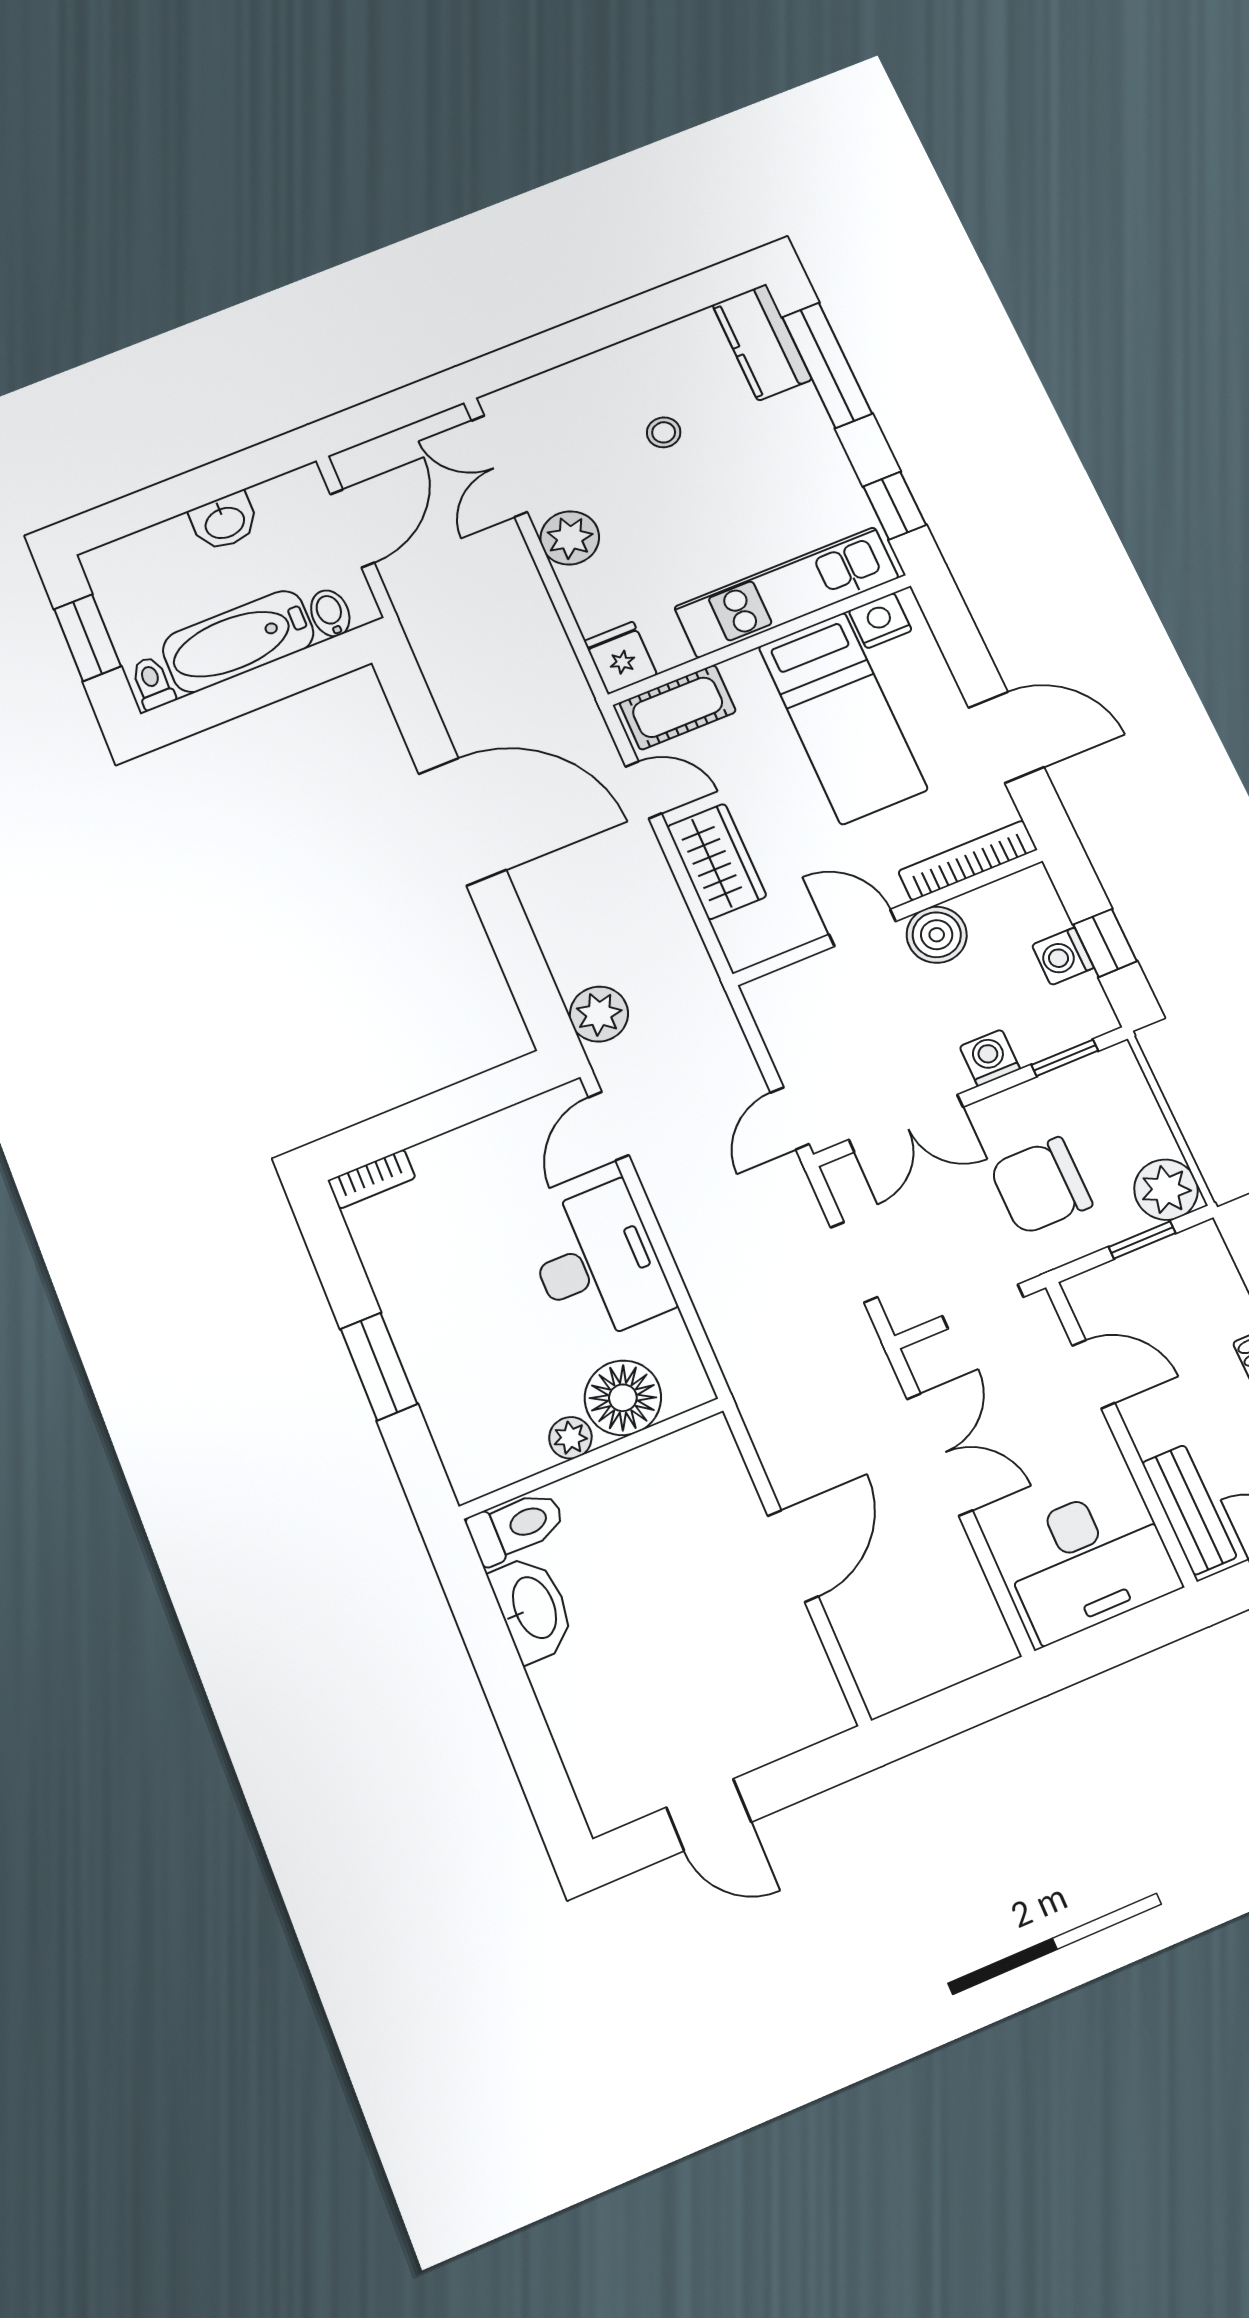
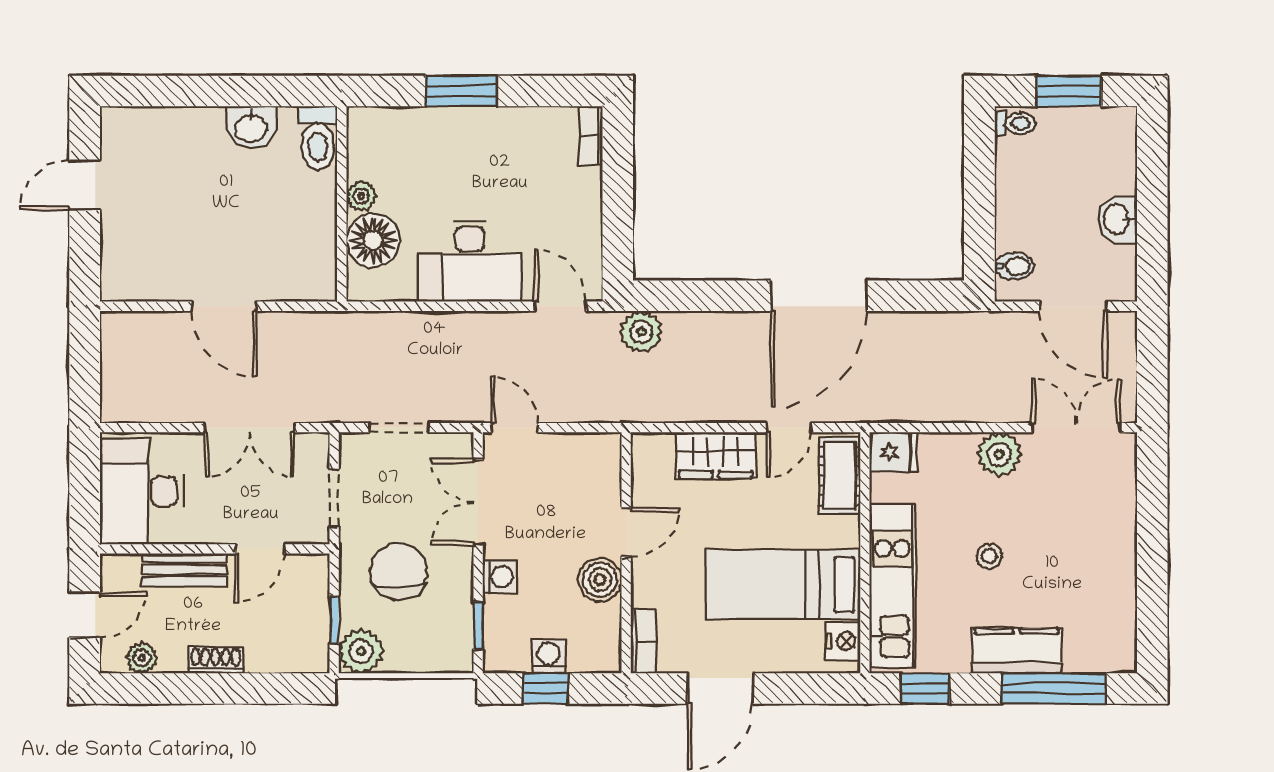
kitchen counter: (762, 342) -> (1017, 651), moved
stool: (664, 432) -> (989, 556), moved
bathtub: (238, 641) -> (1021, 194), removed
bookcase: (968, 860) -> (643, 641), width x0.64
bench: (1189, 1510) -> (184, 570), moved
washbasin: (533, 1608) -> (251, 127), width x0.72

